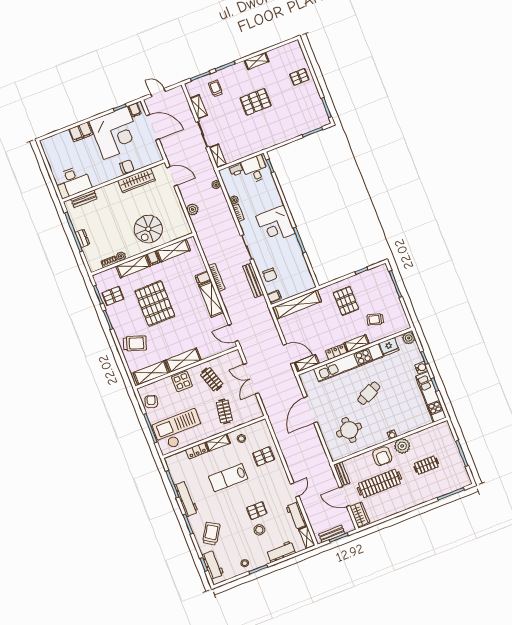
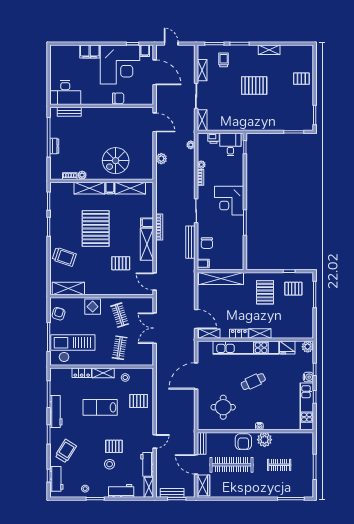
wardrobe: (137, 180) -> (122, 114), removed
pallet: (372, 286) -> (293, 289), added
pallet: (113, 296) -> (121, 263), moved
trolley: (375, 319) -> (285, 319), removed
shelving: (183, 360) -> (101, 288), removed

